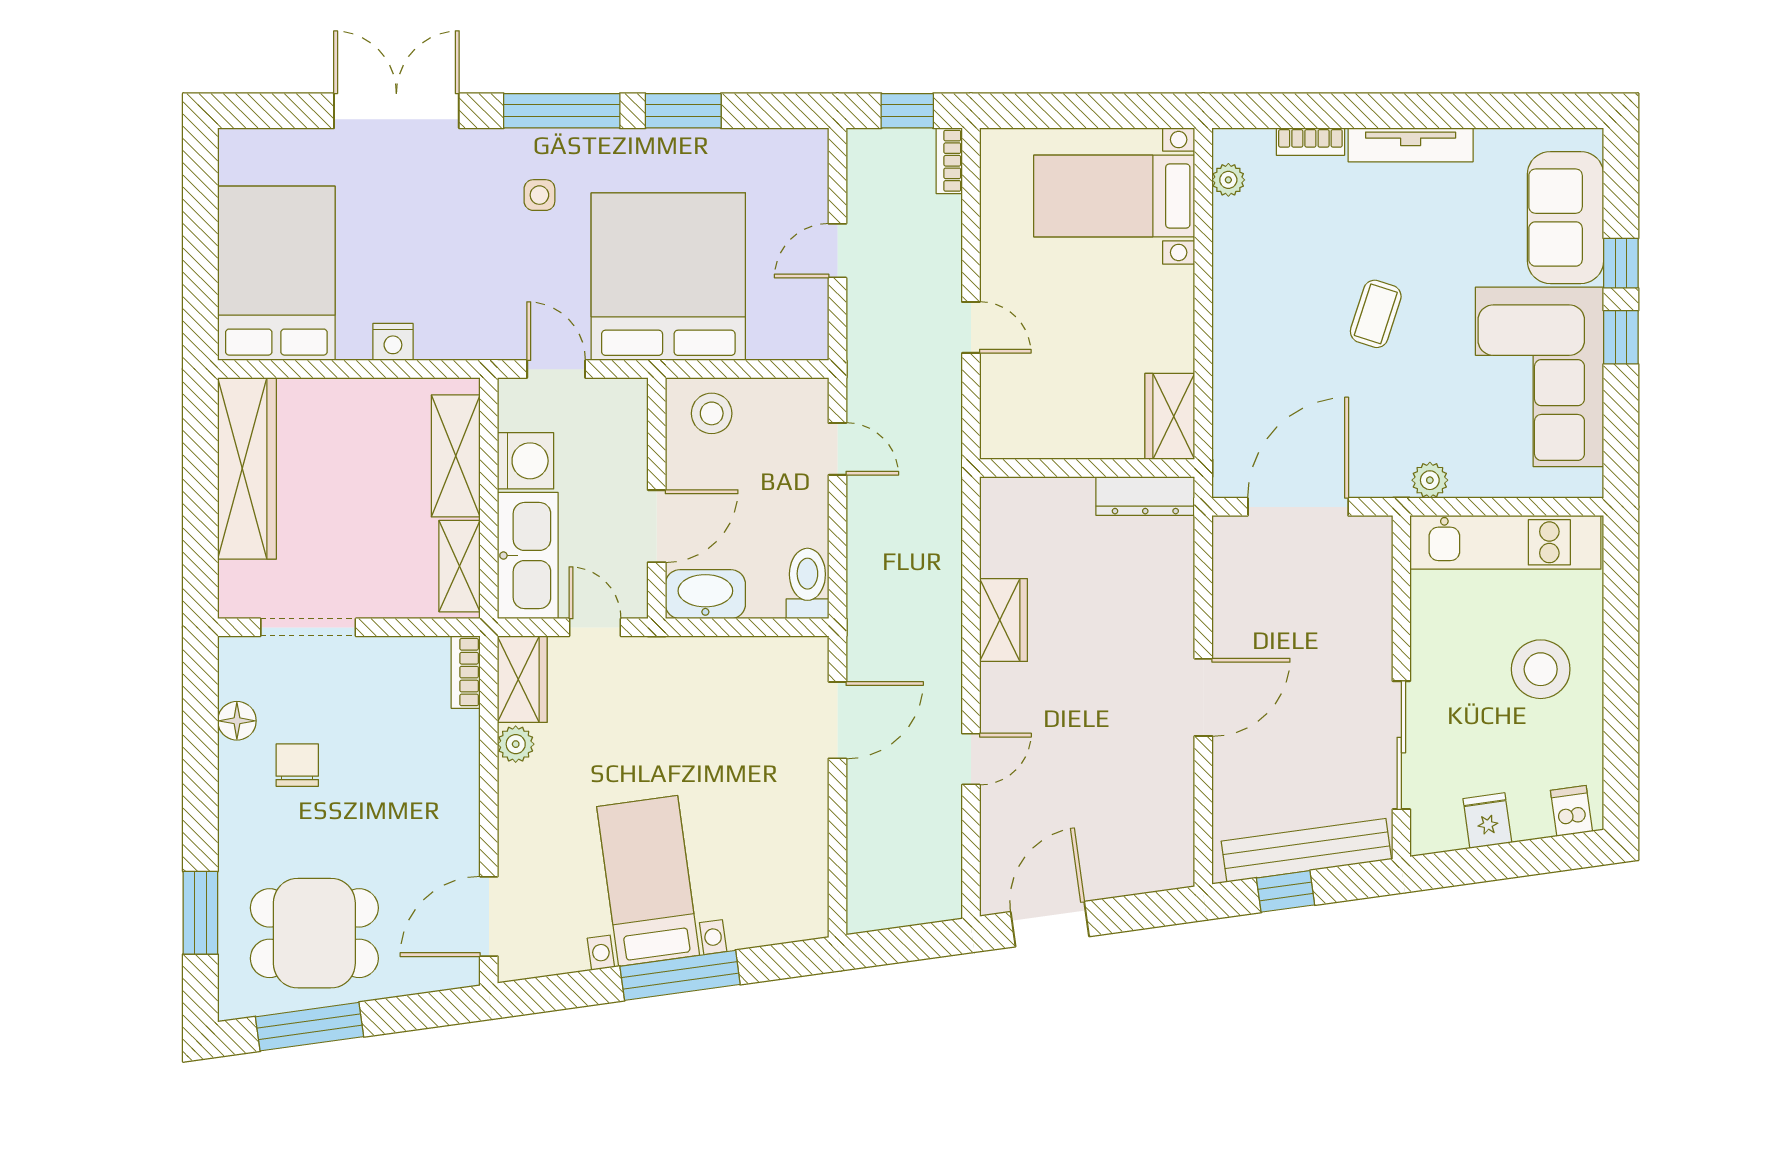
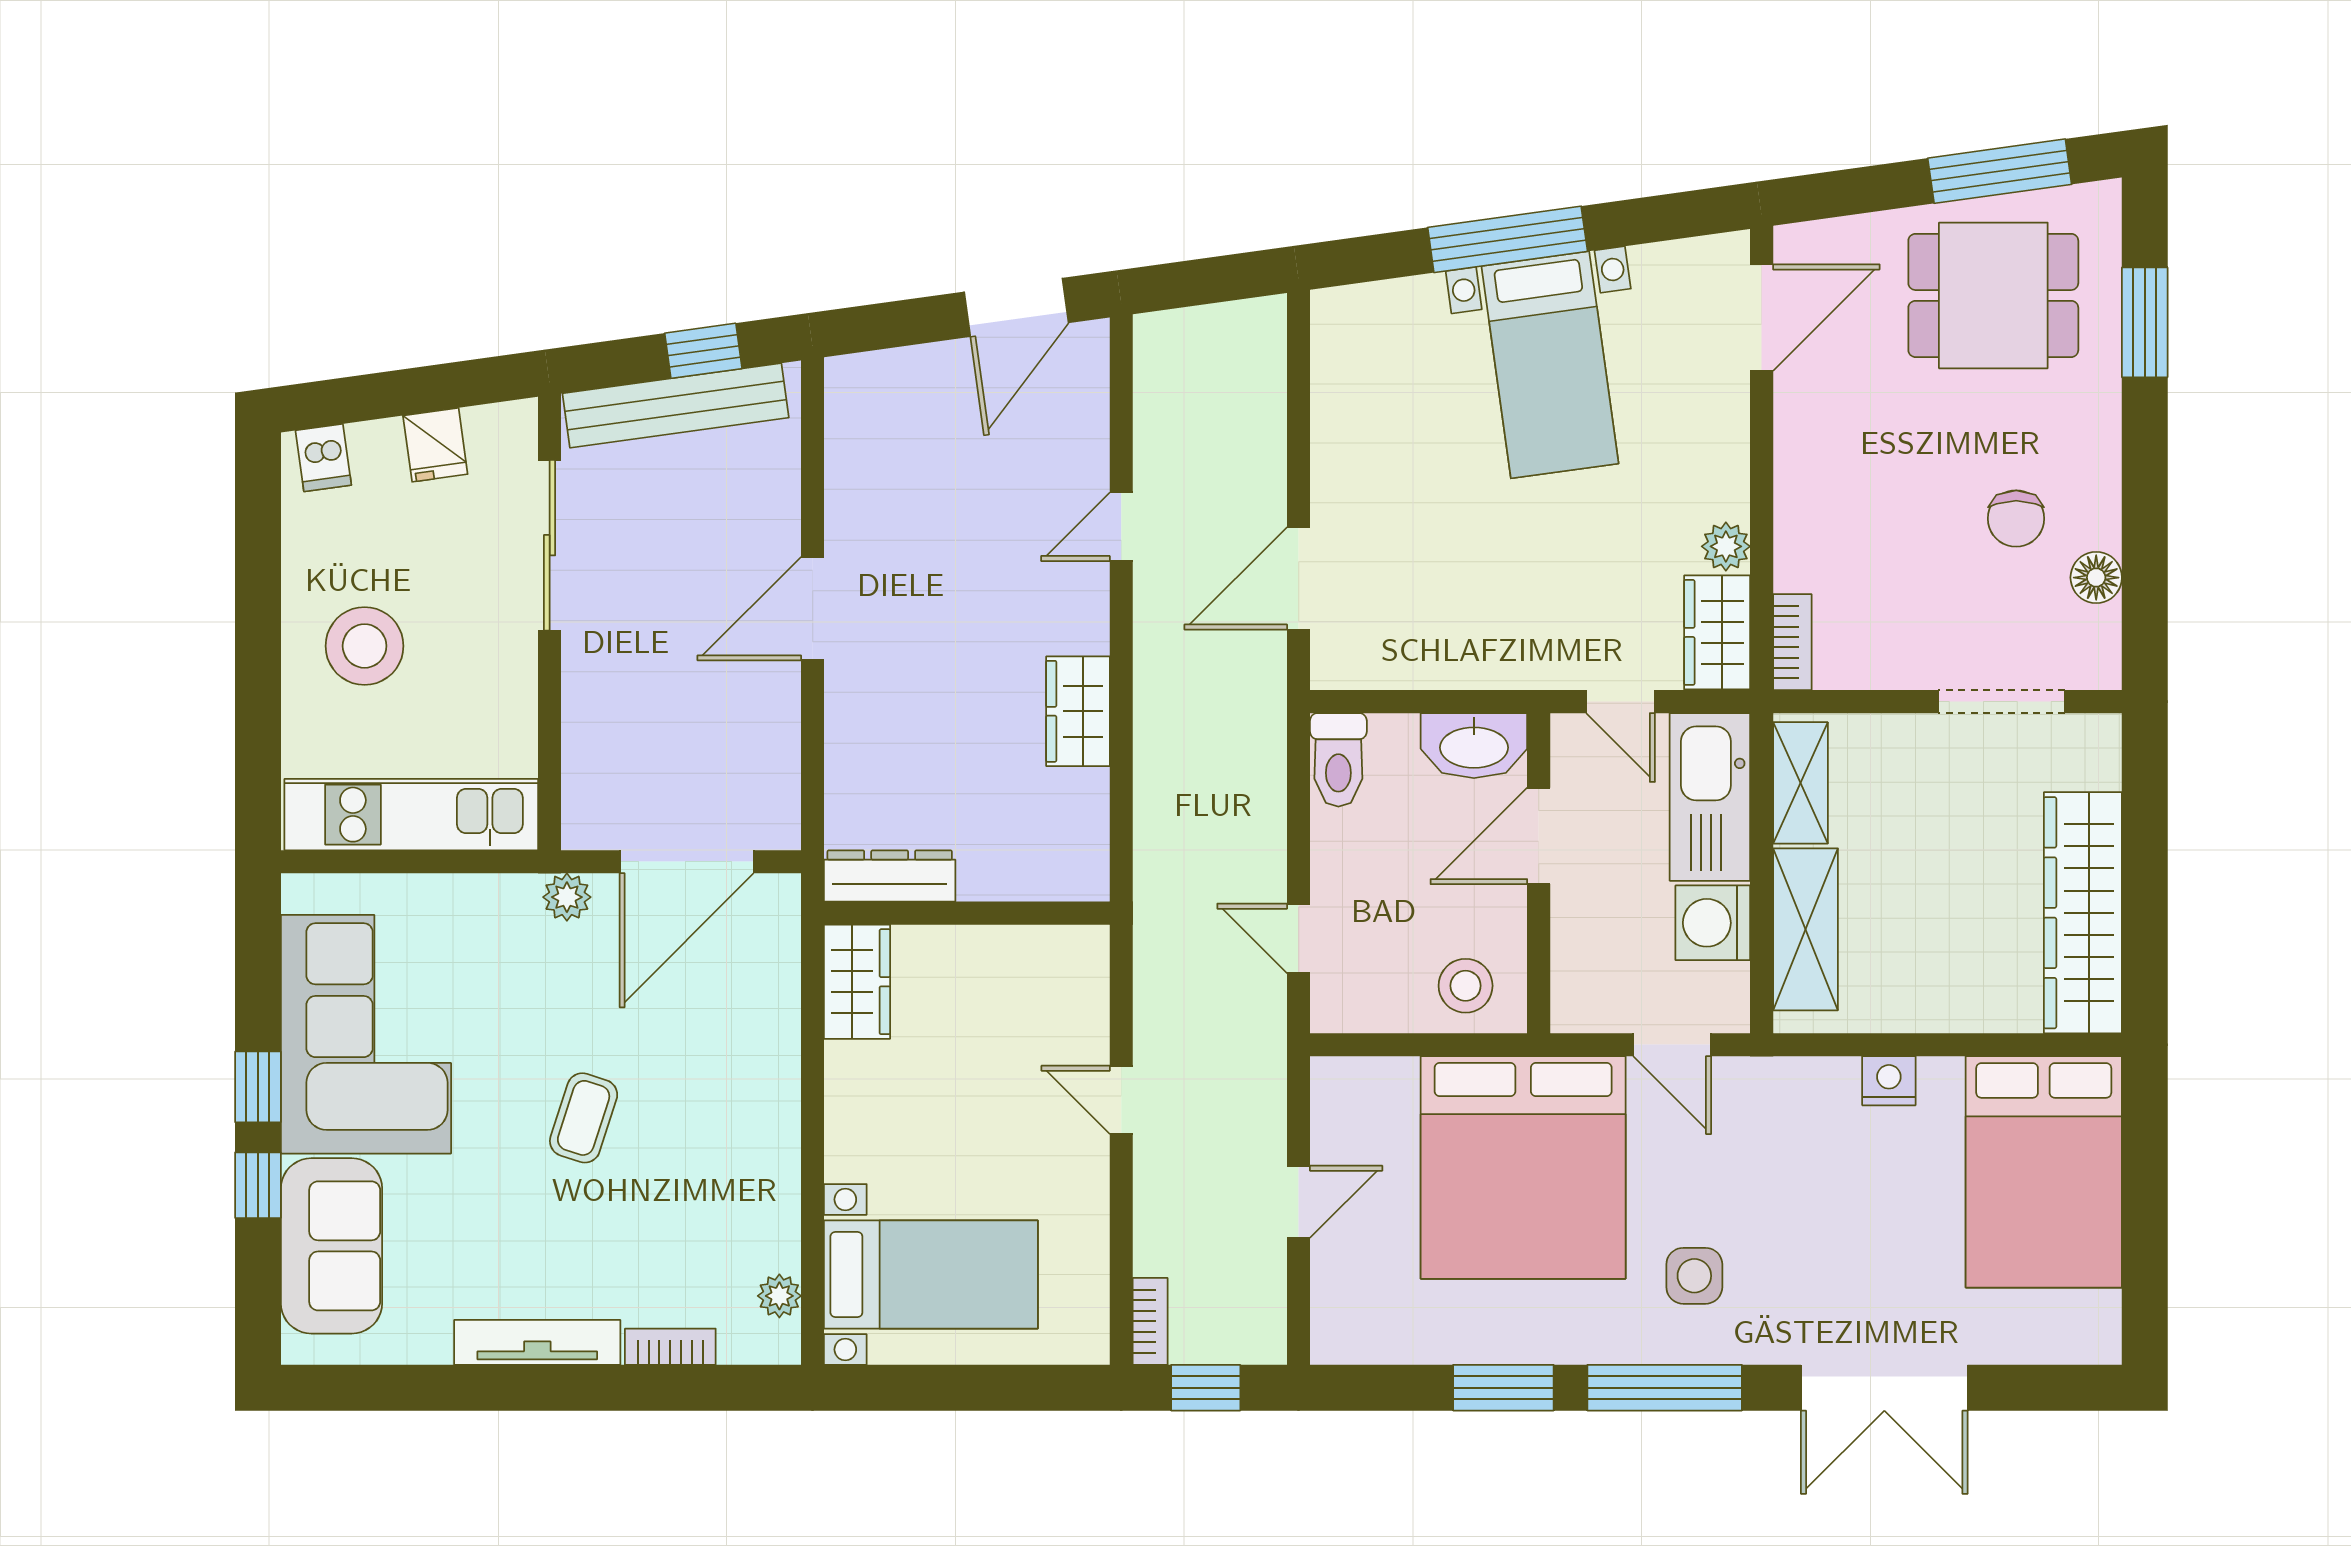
side table: (539, 195) -> (1694, 1276), width x1.37, depth x1.37
plant: (1430, 480) -> (567, 897), moved

